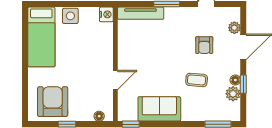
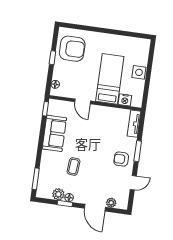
tv unit: (141, 13) -> (134, 124), width x0.71
nightstand: (106, 14) -> (125, 100), moved
bed: (41, 37) -> (110, 79), moved, turned 90
armchair: (204, 45) -> (121, 159), moved

